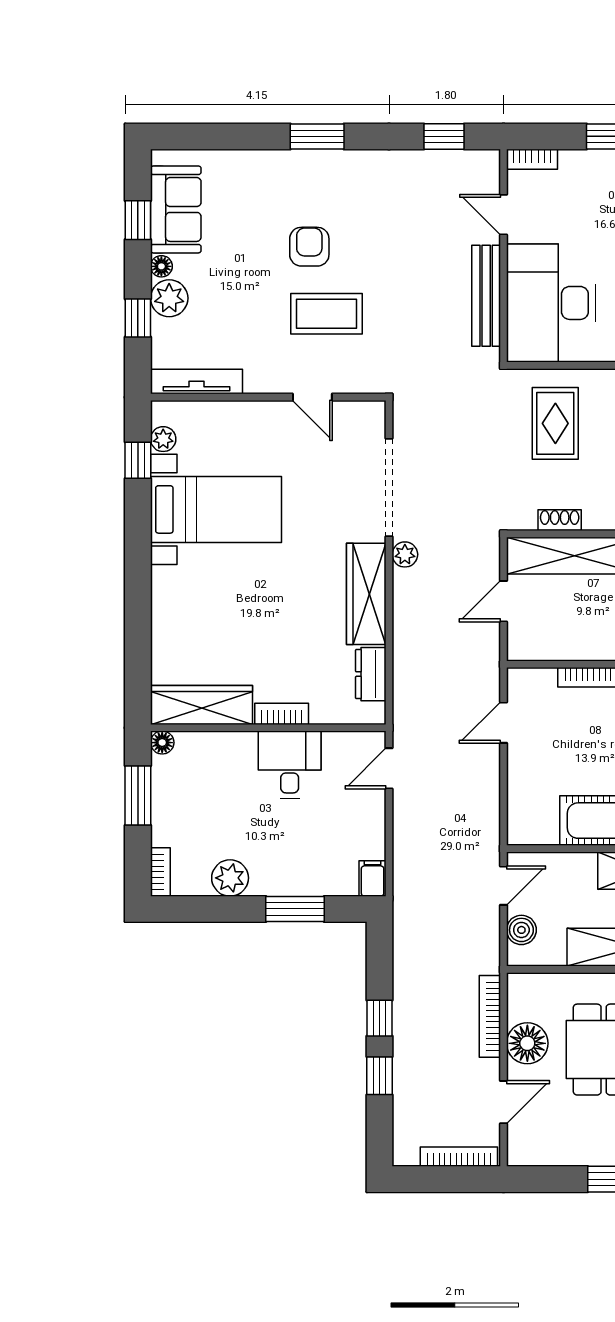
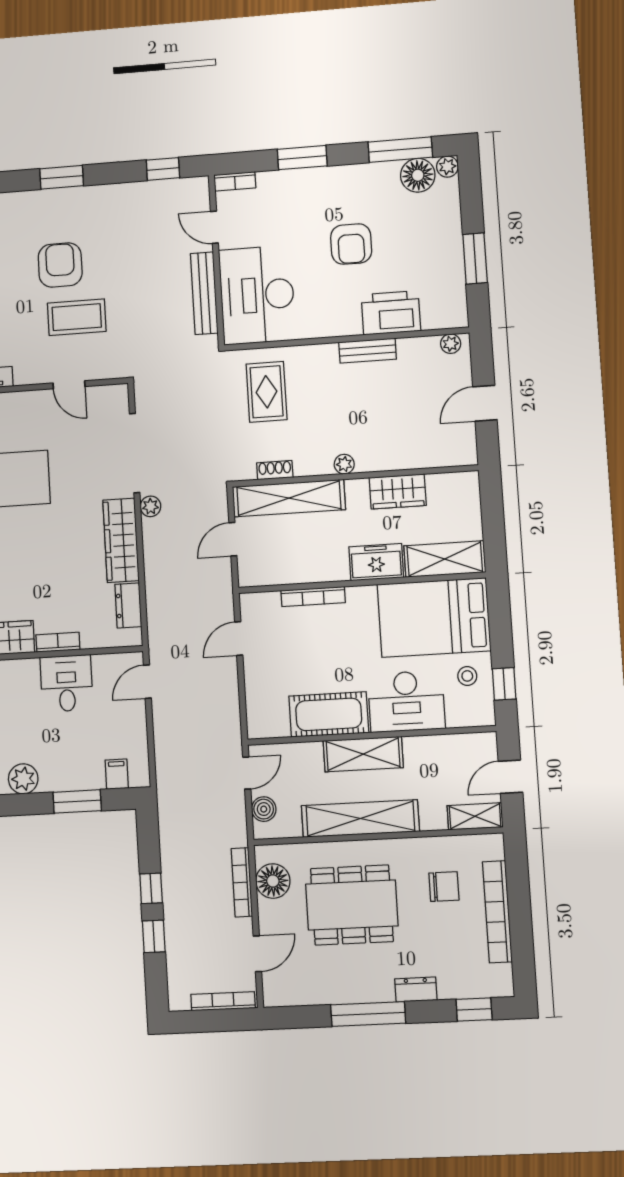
armchair: (309, 247) -> (60, 265), width x1.38, depth x1.38
filing cabinet: (373, 878) -> (117, 774), moved
floor lamp: (527, 1043) -> (273, 881), moved

